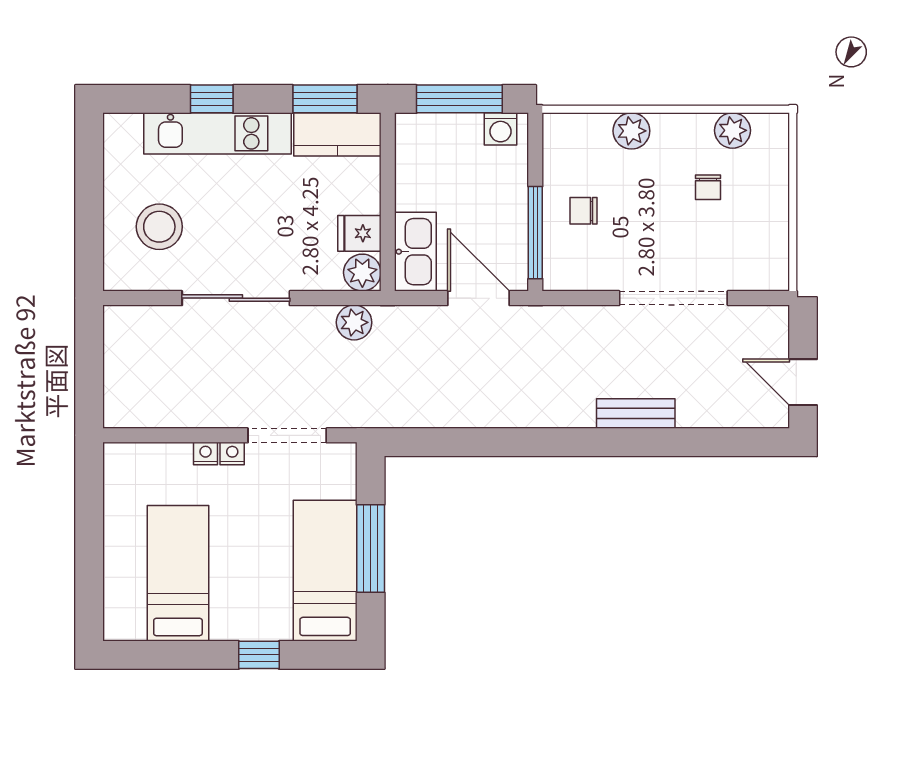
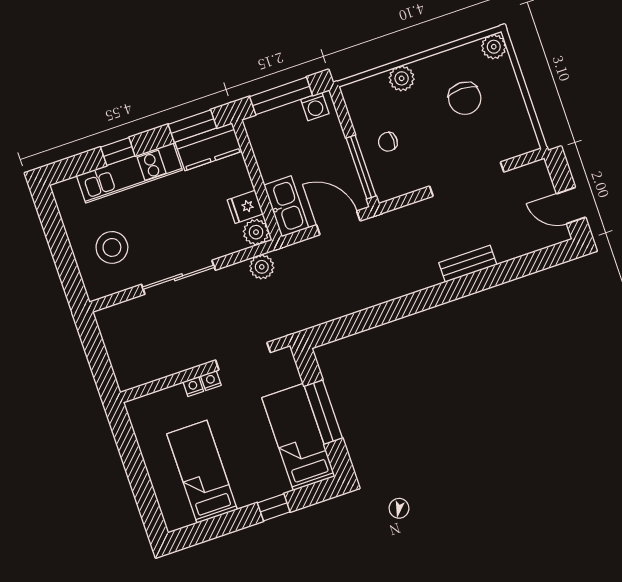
plant: (732, 130) -> (494, 47), moved
chair: (708, 187) -> (465, 98), width x1.87, depth x1.87

